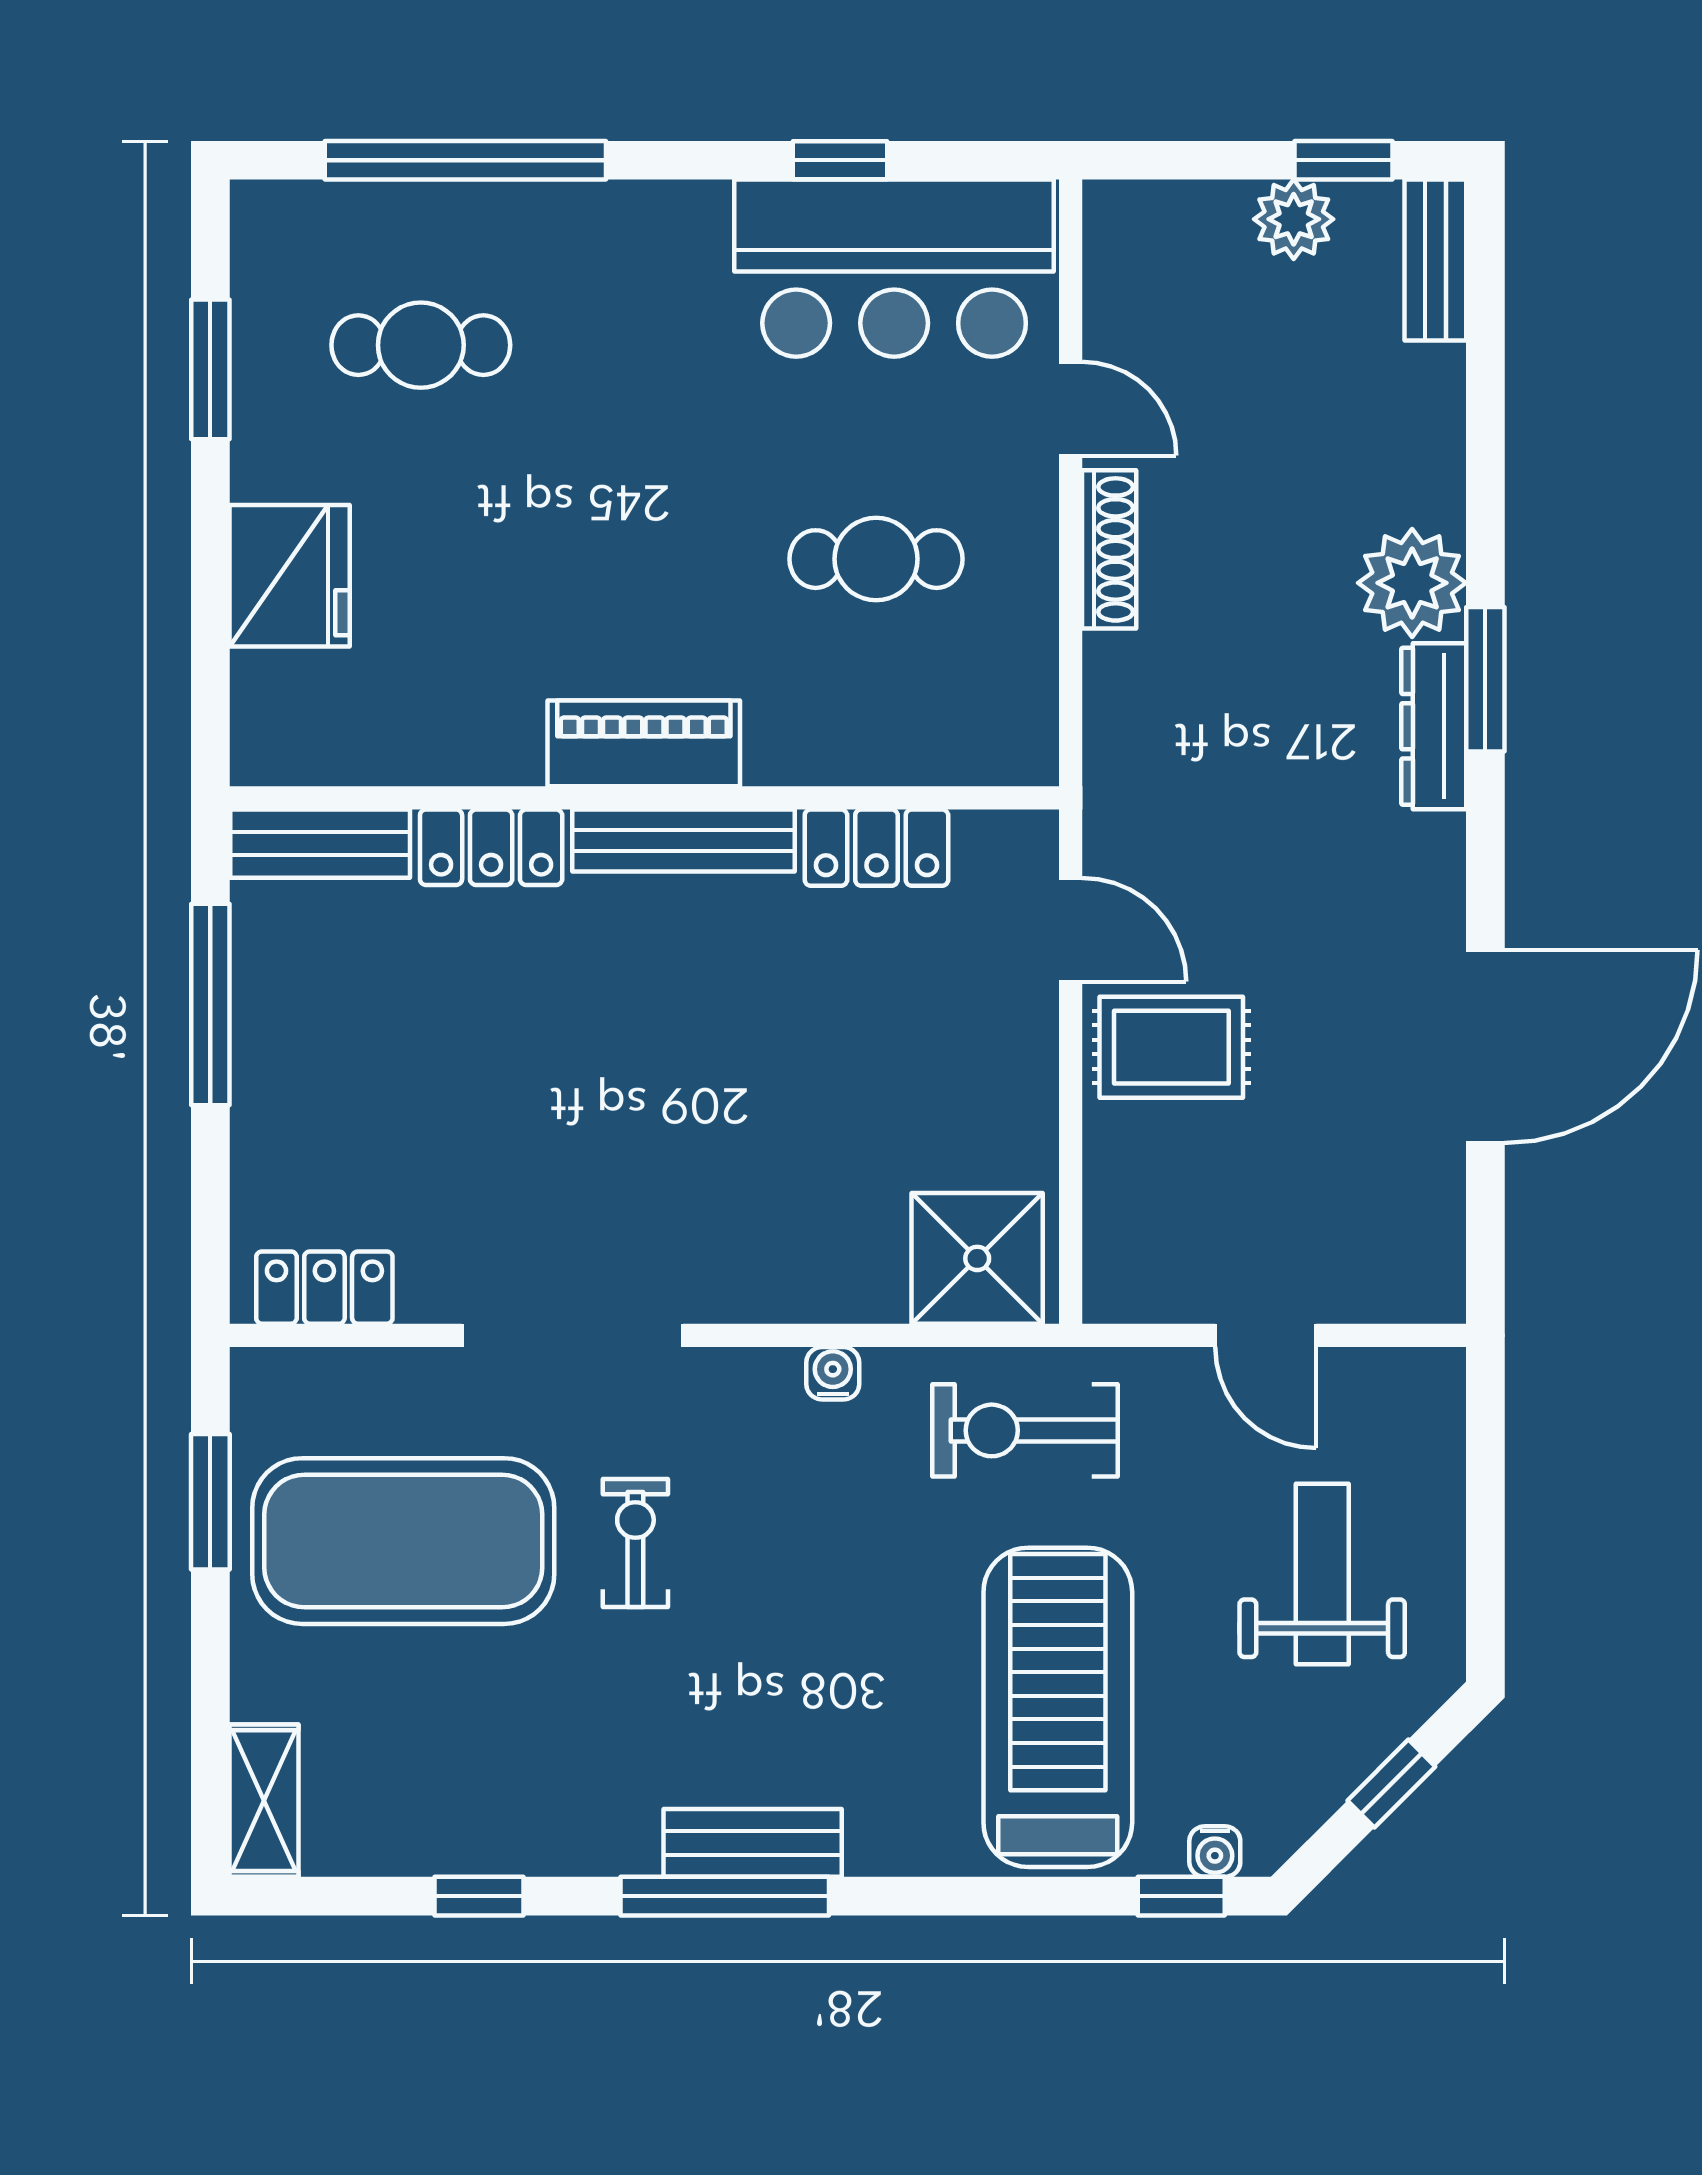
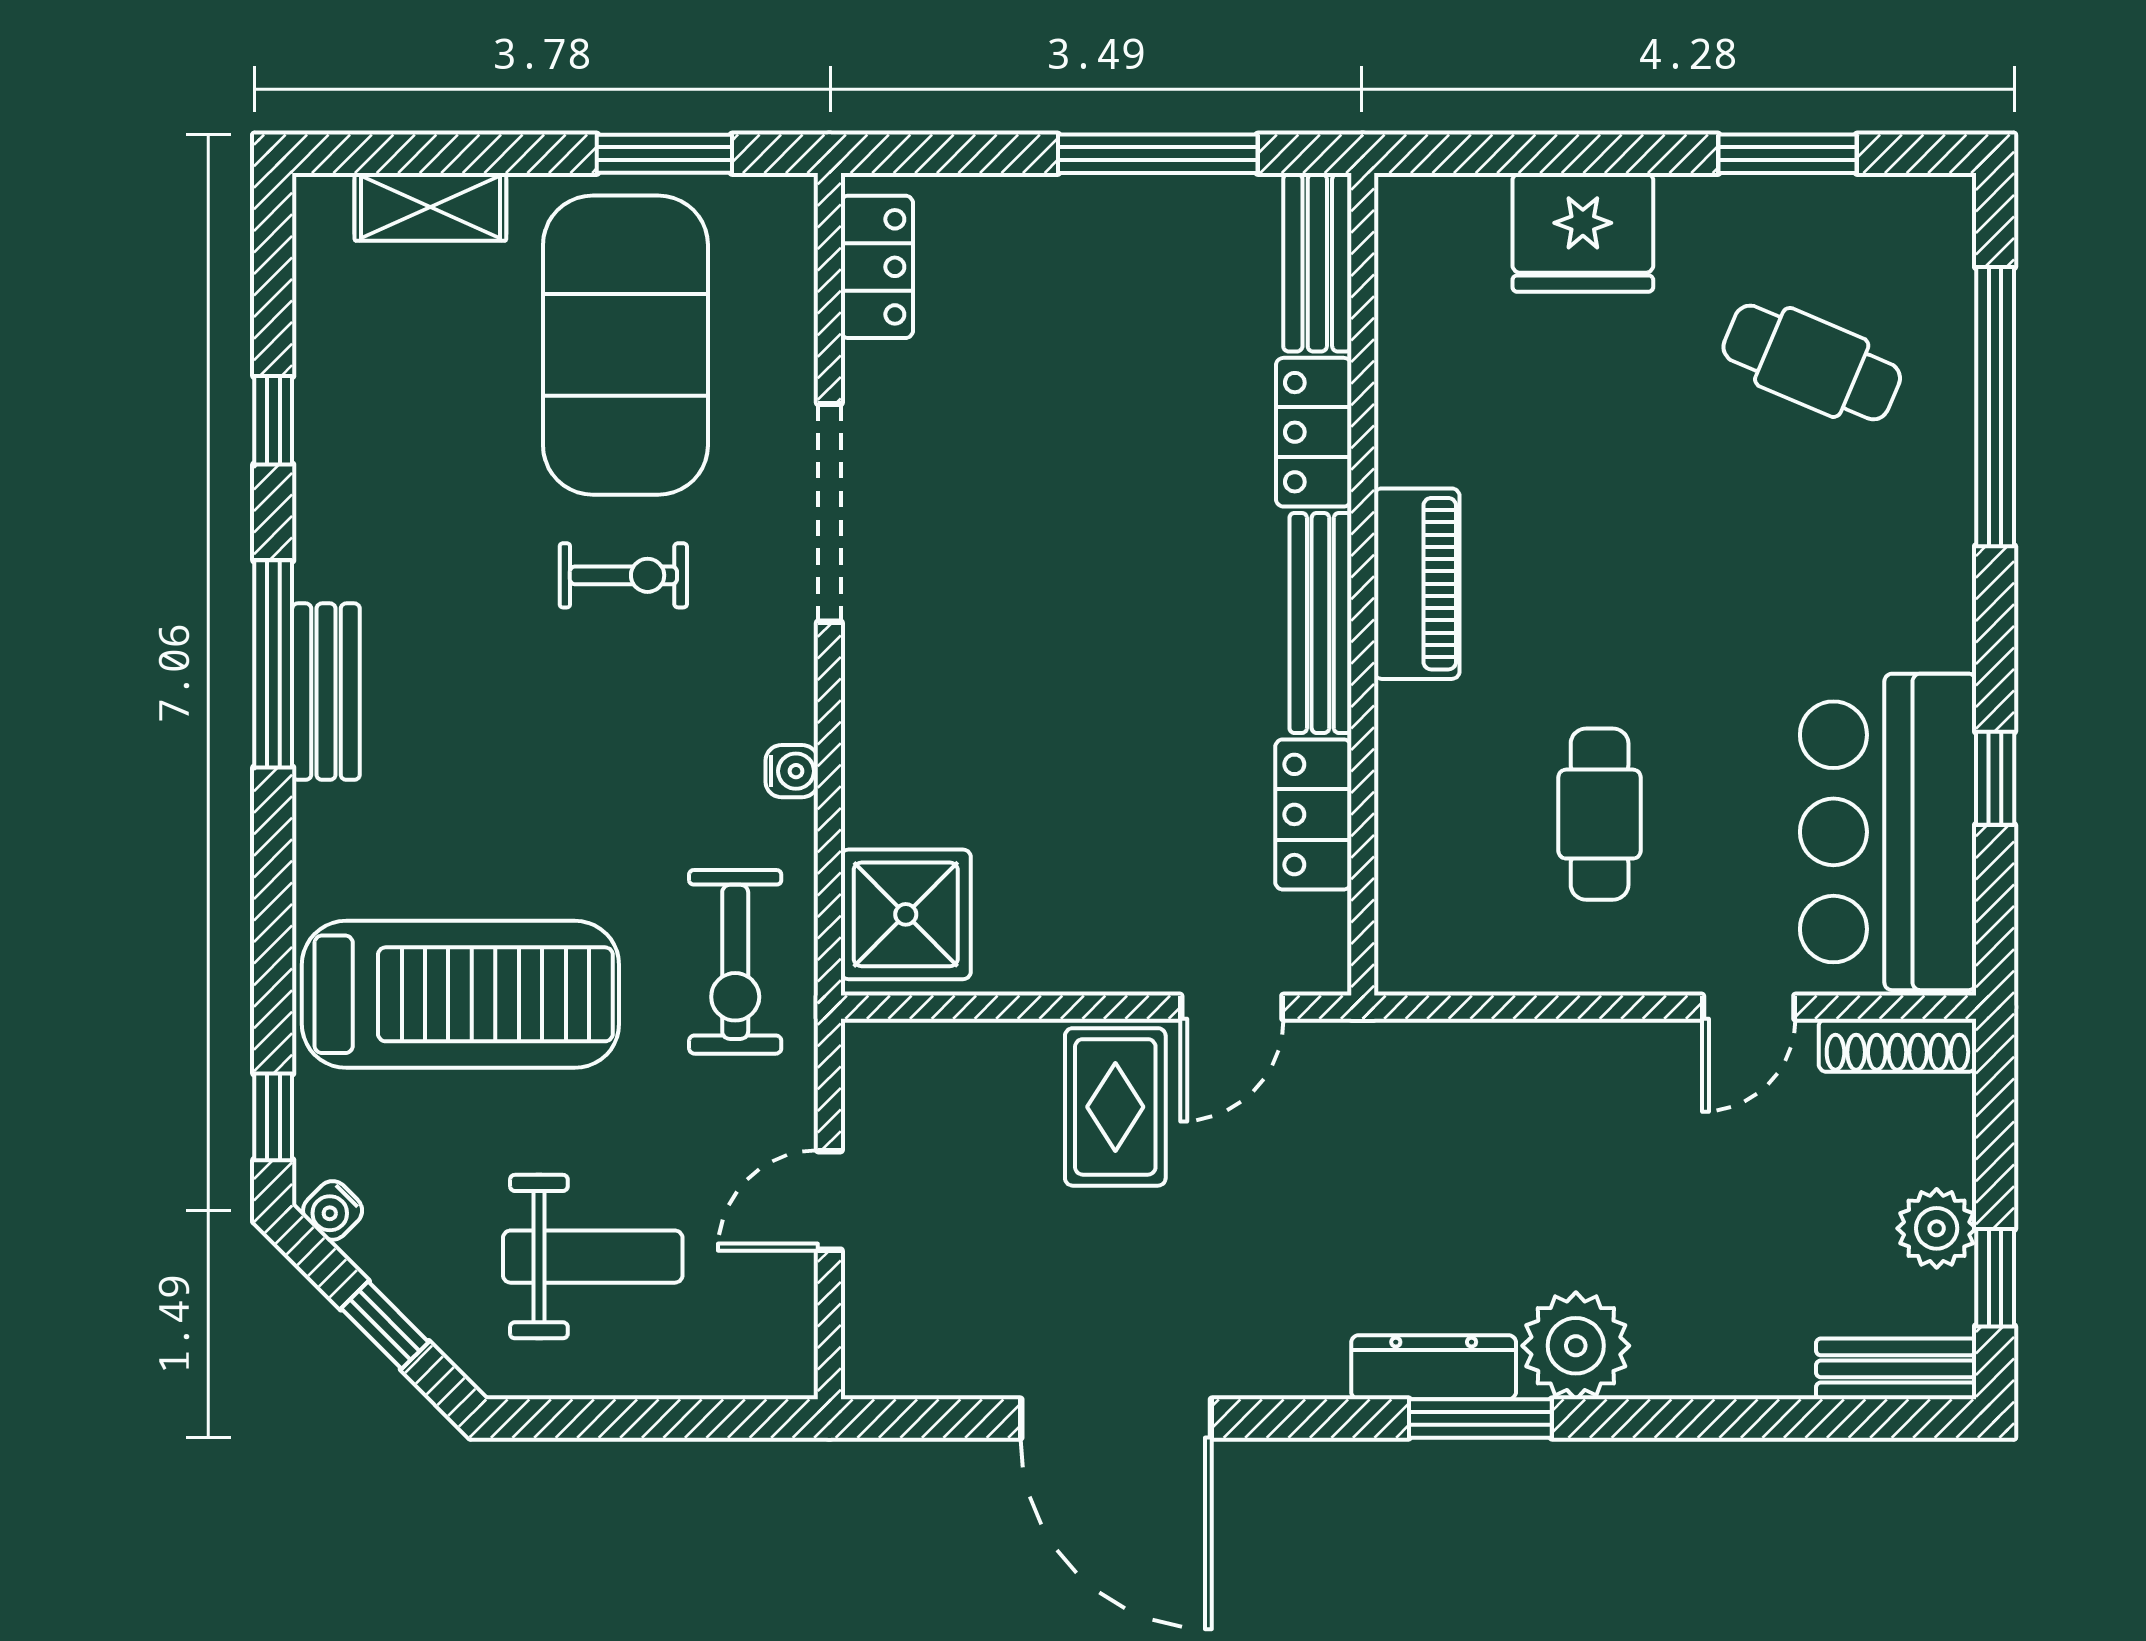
cafe table: (421, 345) -> (1812, 362), turned -67
shoe rack: (1109, 549) -> (1897, 1045), moved
exercise bike: (1025, 1430) -> (735, 962), turned 180
shelving: (264, 1801) -> (430, 207), moved
water cooler: (1215, 1852) -> (333, 1210), moved, turned -45

